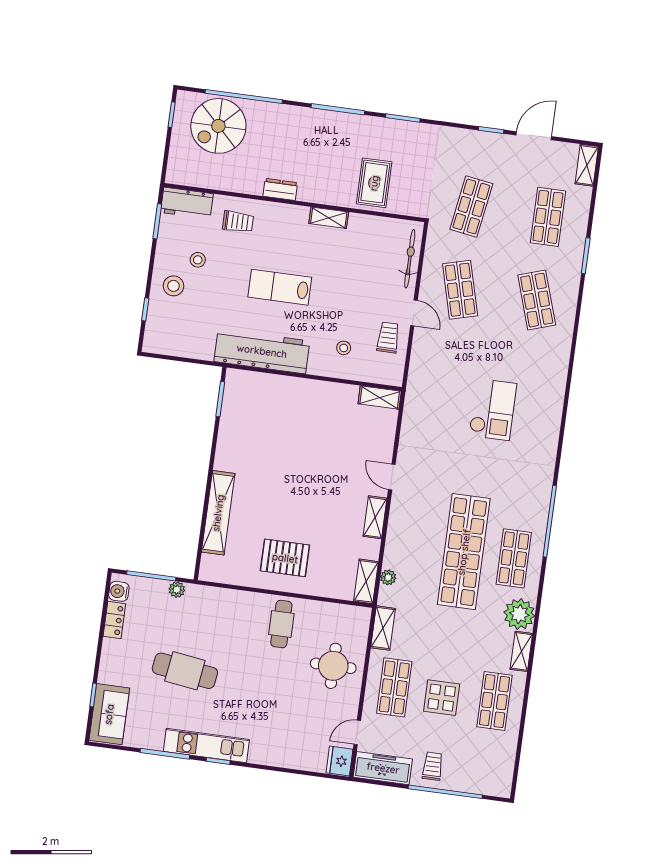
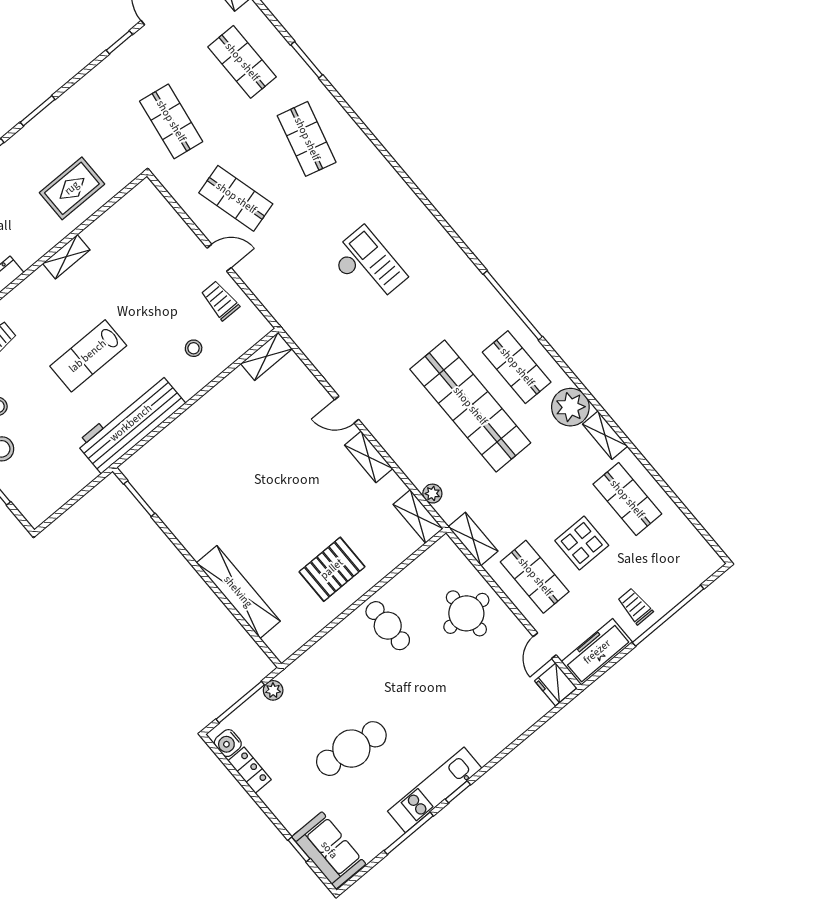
rug: (374, 183) -> (72, 188), turned 90
bicycle: (410, 259) -> (168, 218), removed
shop shelf: (537, 300) -> (307, 139), turned 33

